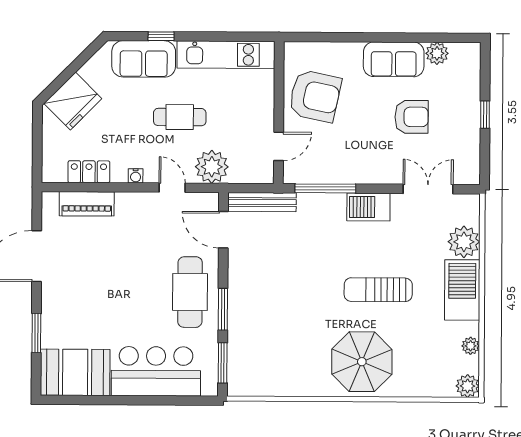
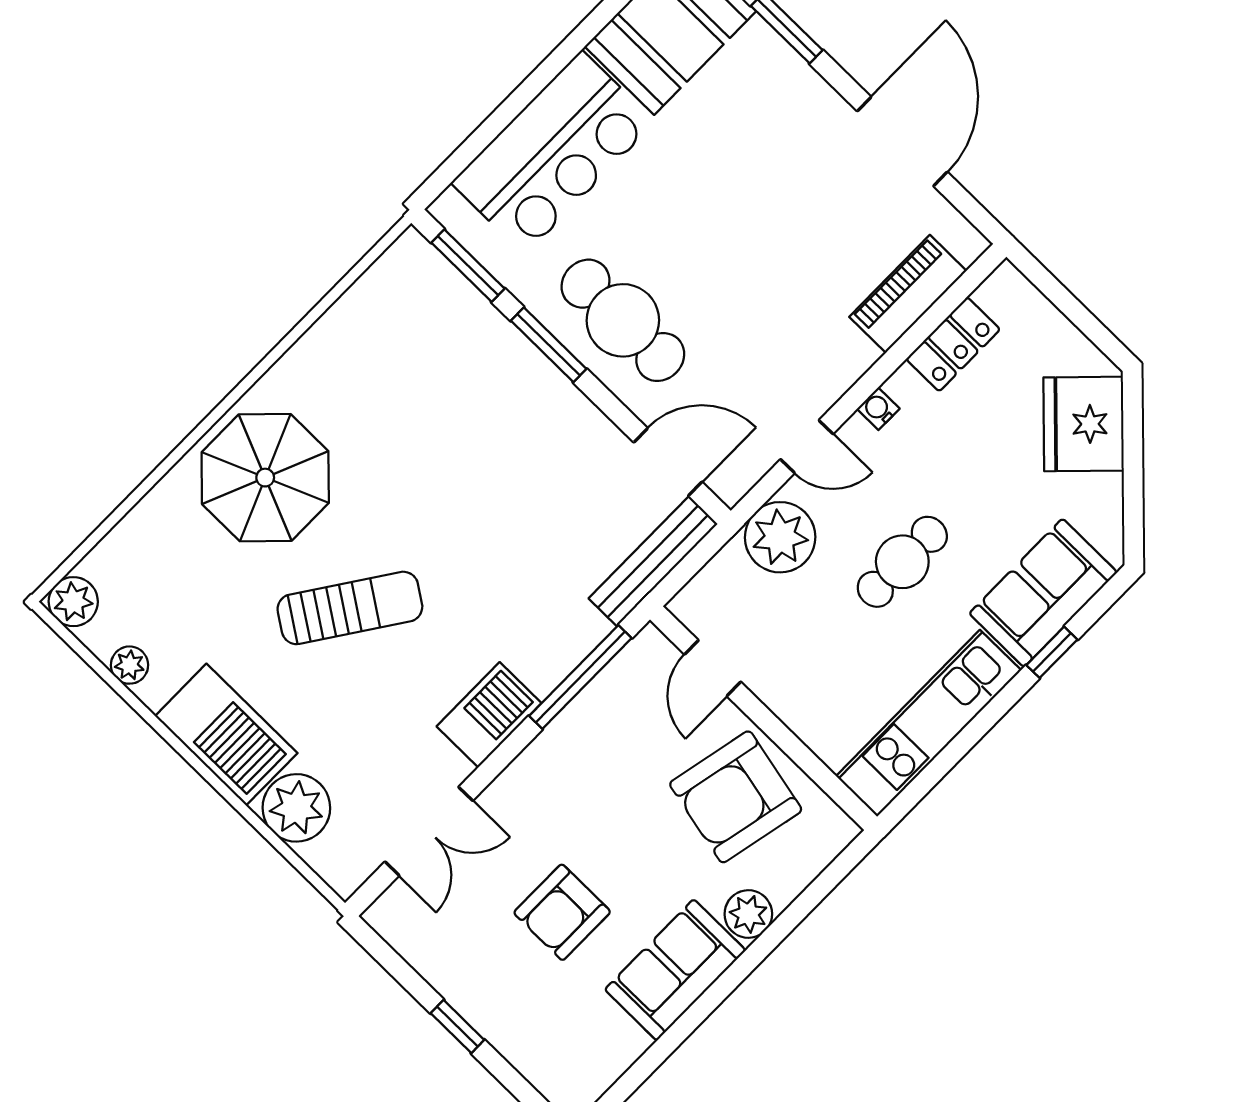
plant: (437, 53) -> (748, 914), moved
sun lounger: (378, 290) -> (350, 608), turned 34

